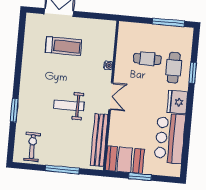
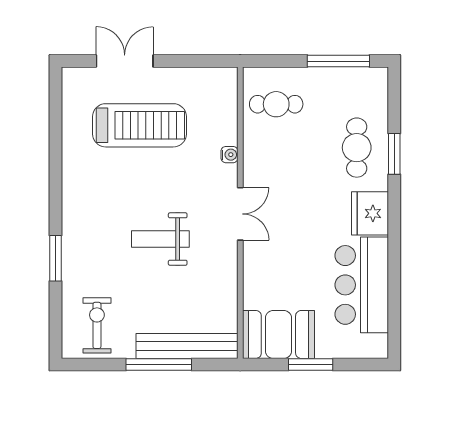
treadmill: (63, 46) -> (139, 125), width x1.37, depth x1.38
cafe table: (147, 59) -> (276, 104), moved
bench: (99, 140) -> (187, 346), moved, turned 90

